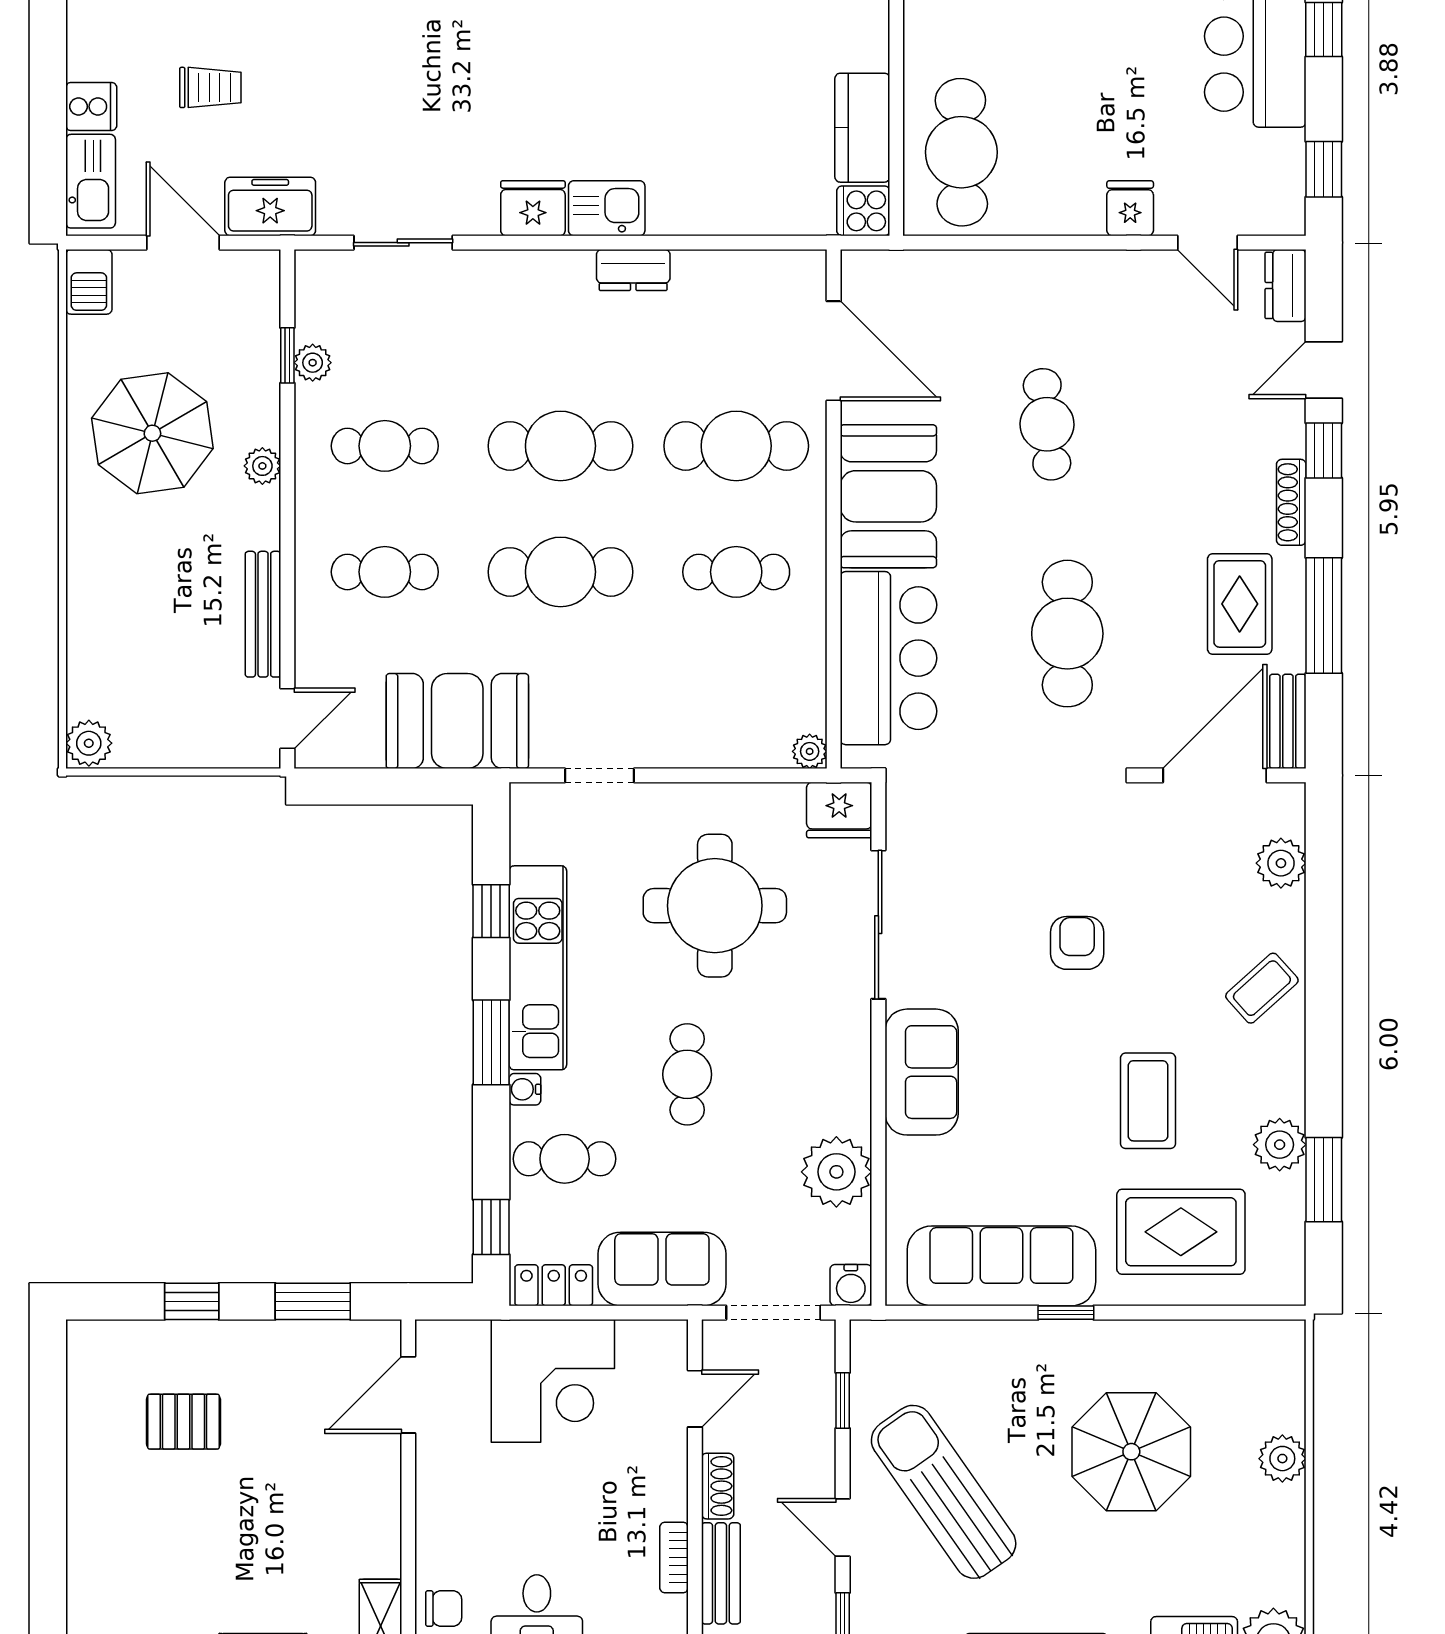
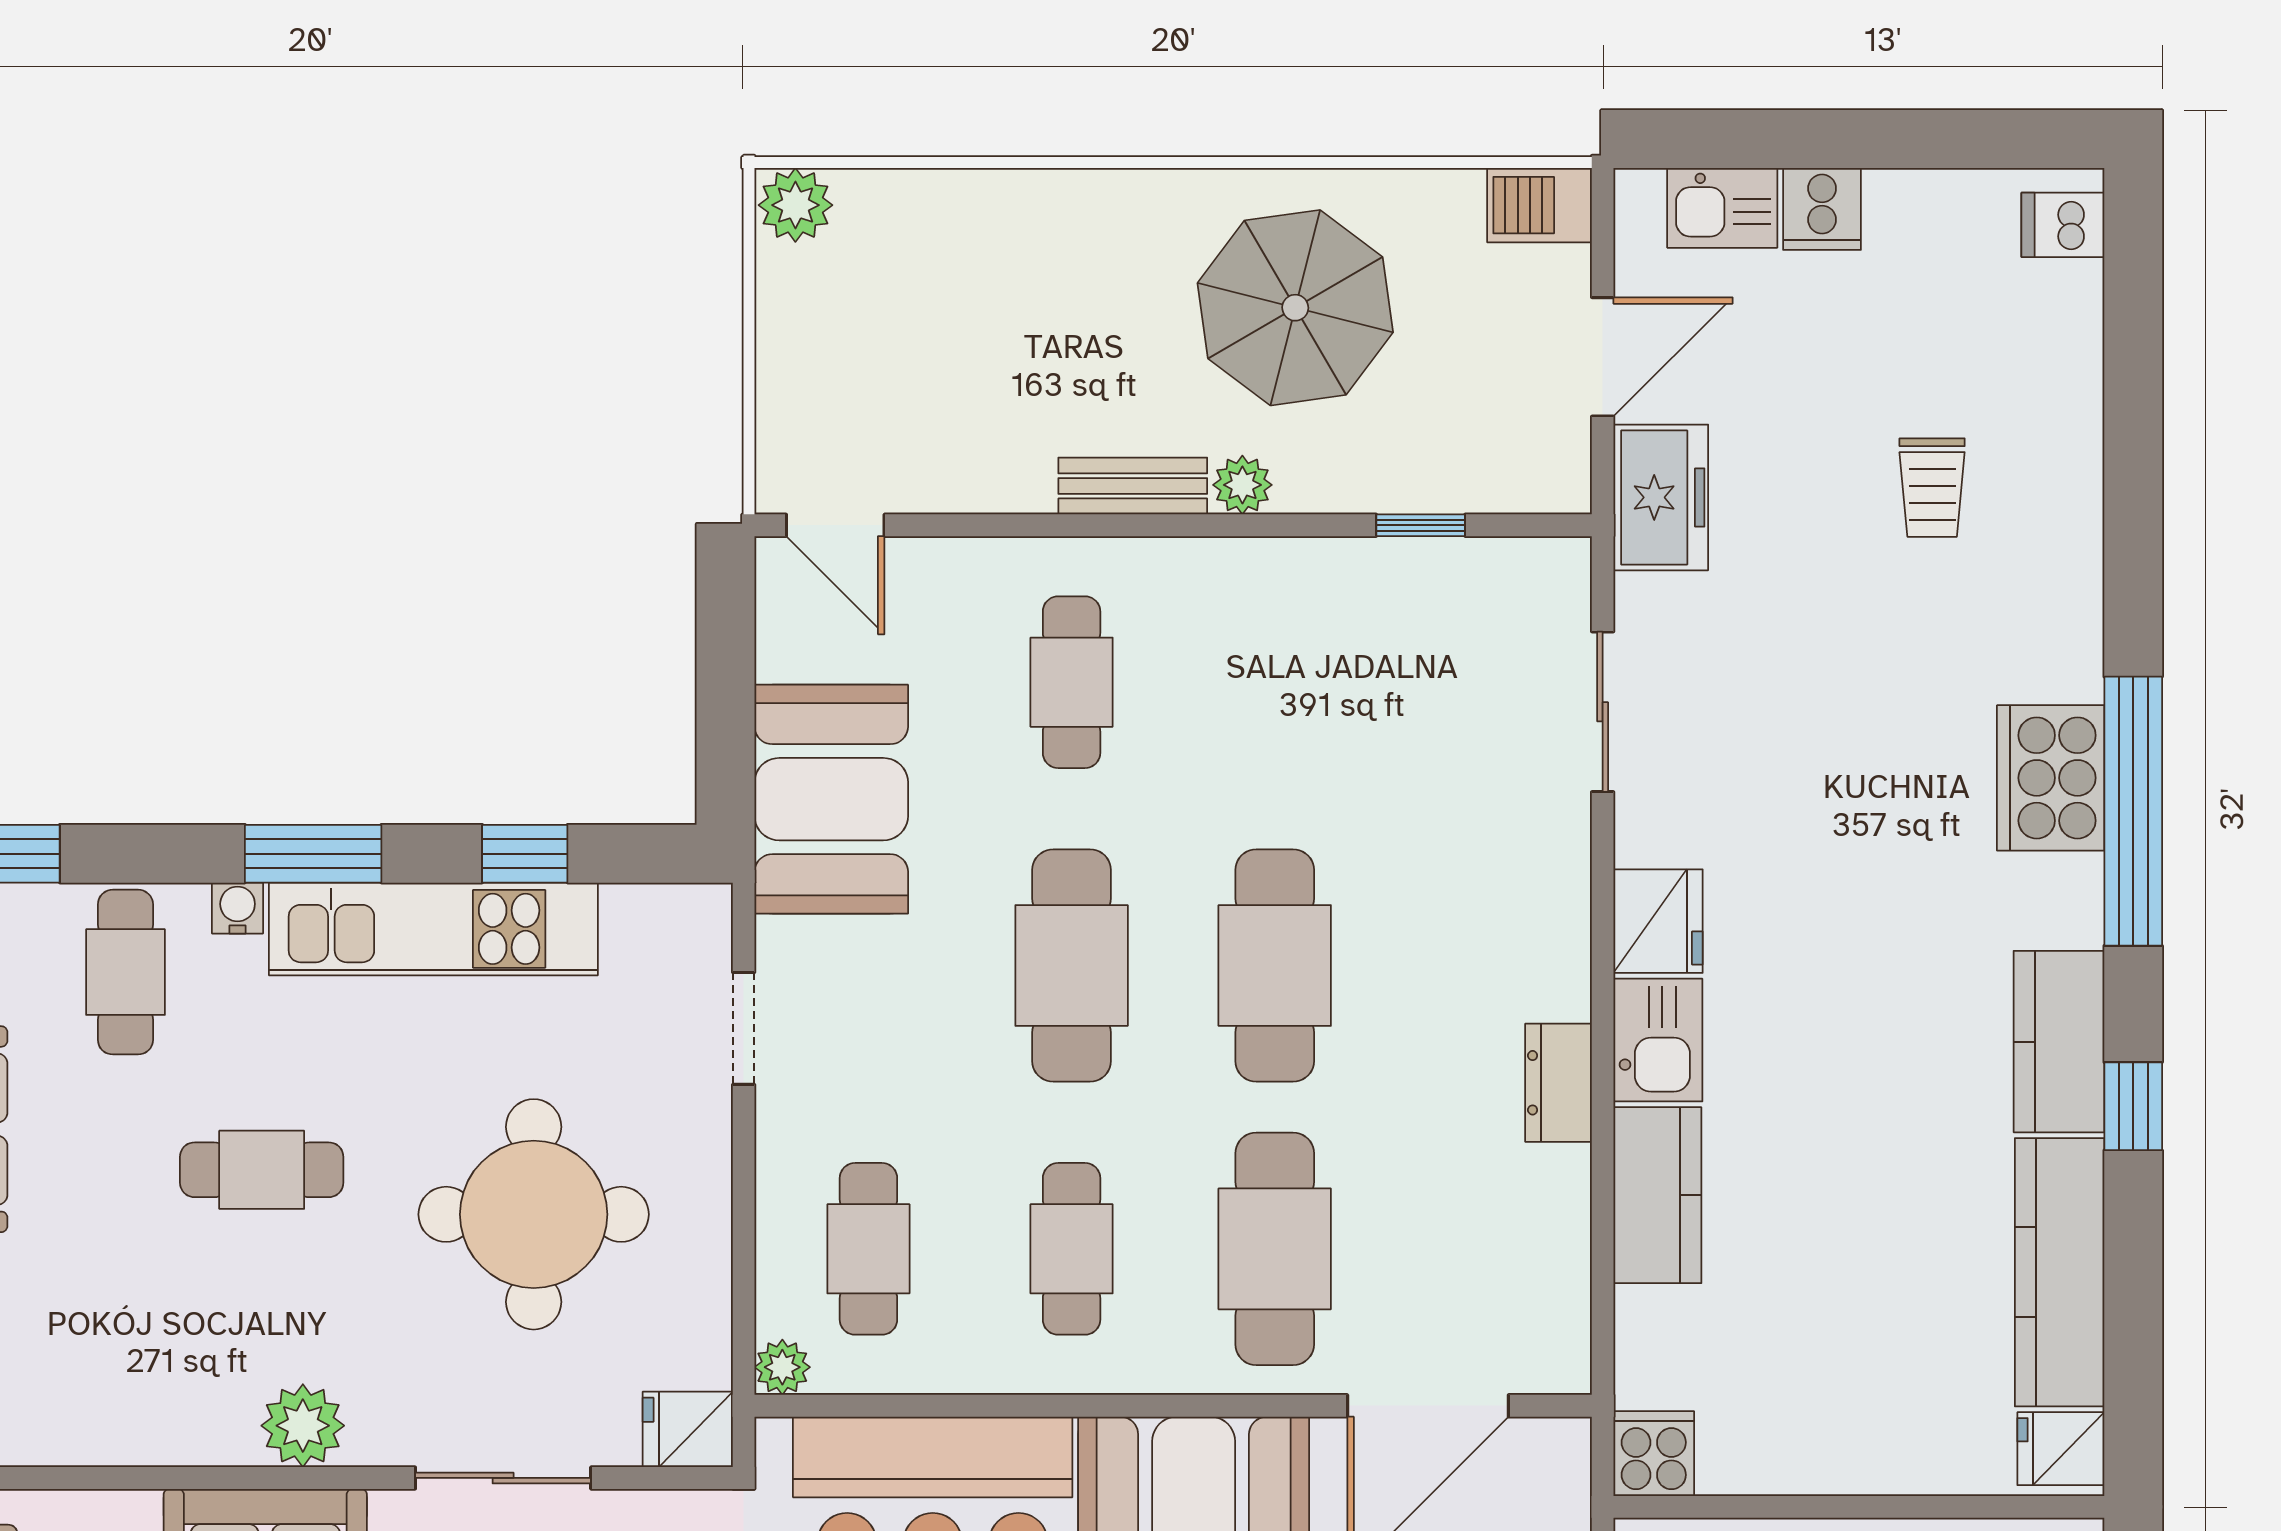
trolley: (210, 87) -> (1932, 488), moved
kitchen counter: (862, 128) -> (1657, 1195), moved, turned 90
kitchen sink: (91, 181) -> (1722, 208), width x0.73
plant: (313, 363) -> (1409, 566), removed
cafe table: (385, 446) -> (868, 1249), moved
bench: (263, 614) -> (1133, 486), moved, width x0.73
fridge: (839, 810) -> (688, 1429), width x0.72
sliding door: (878, 925) -> (503, 1478), width x0.73
plant: (836, 1172) -> (303, 1426), moved, width x0.73, depth x0.73

